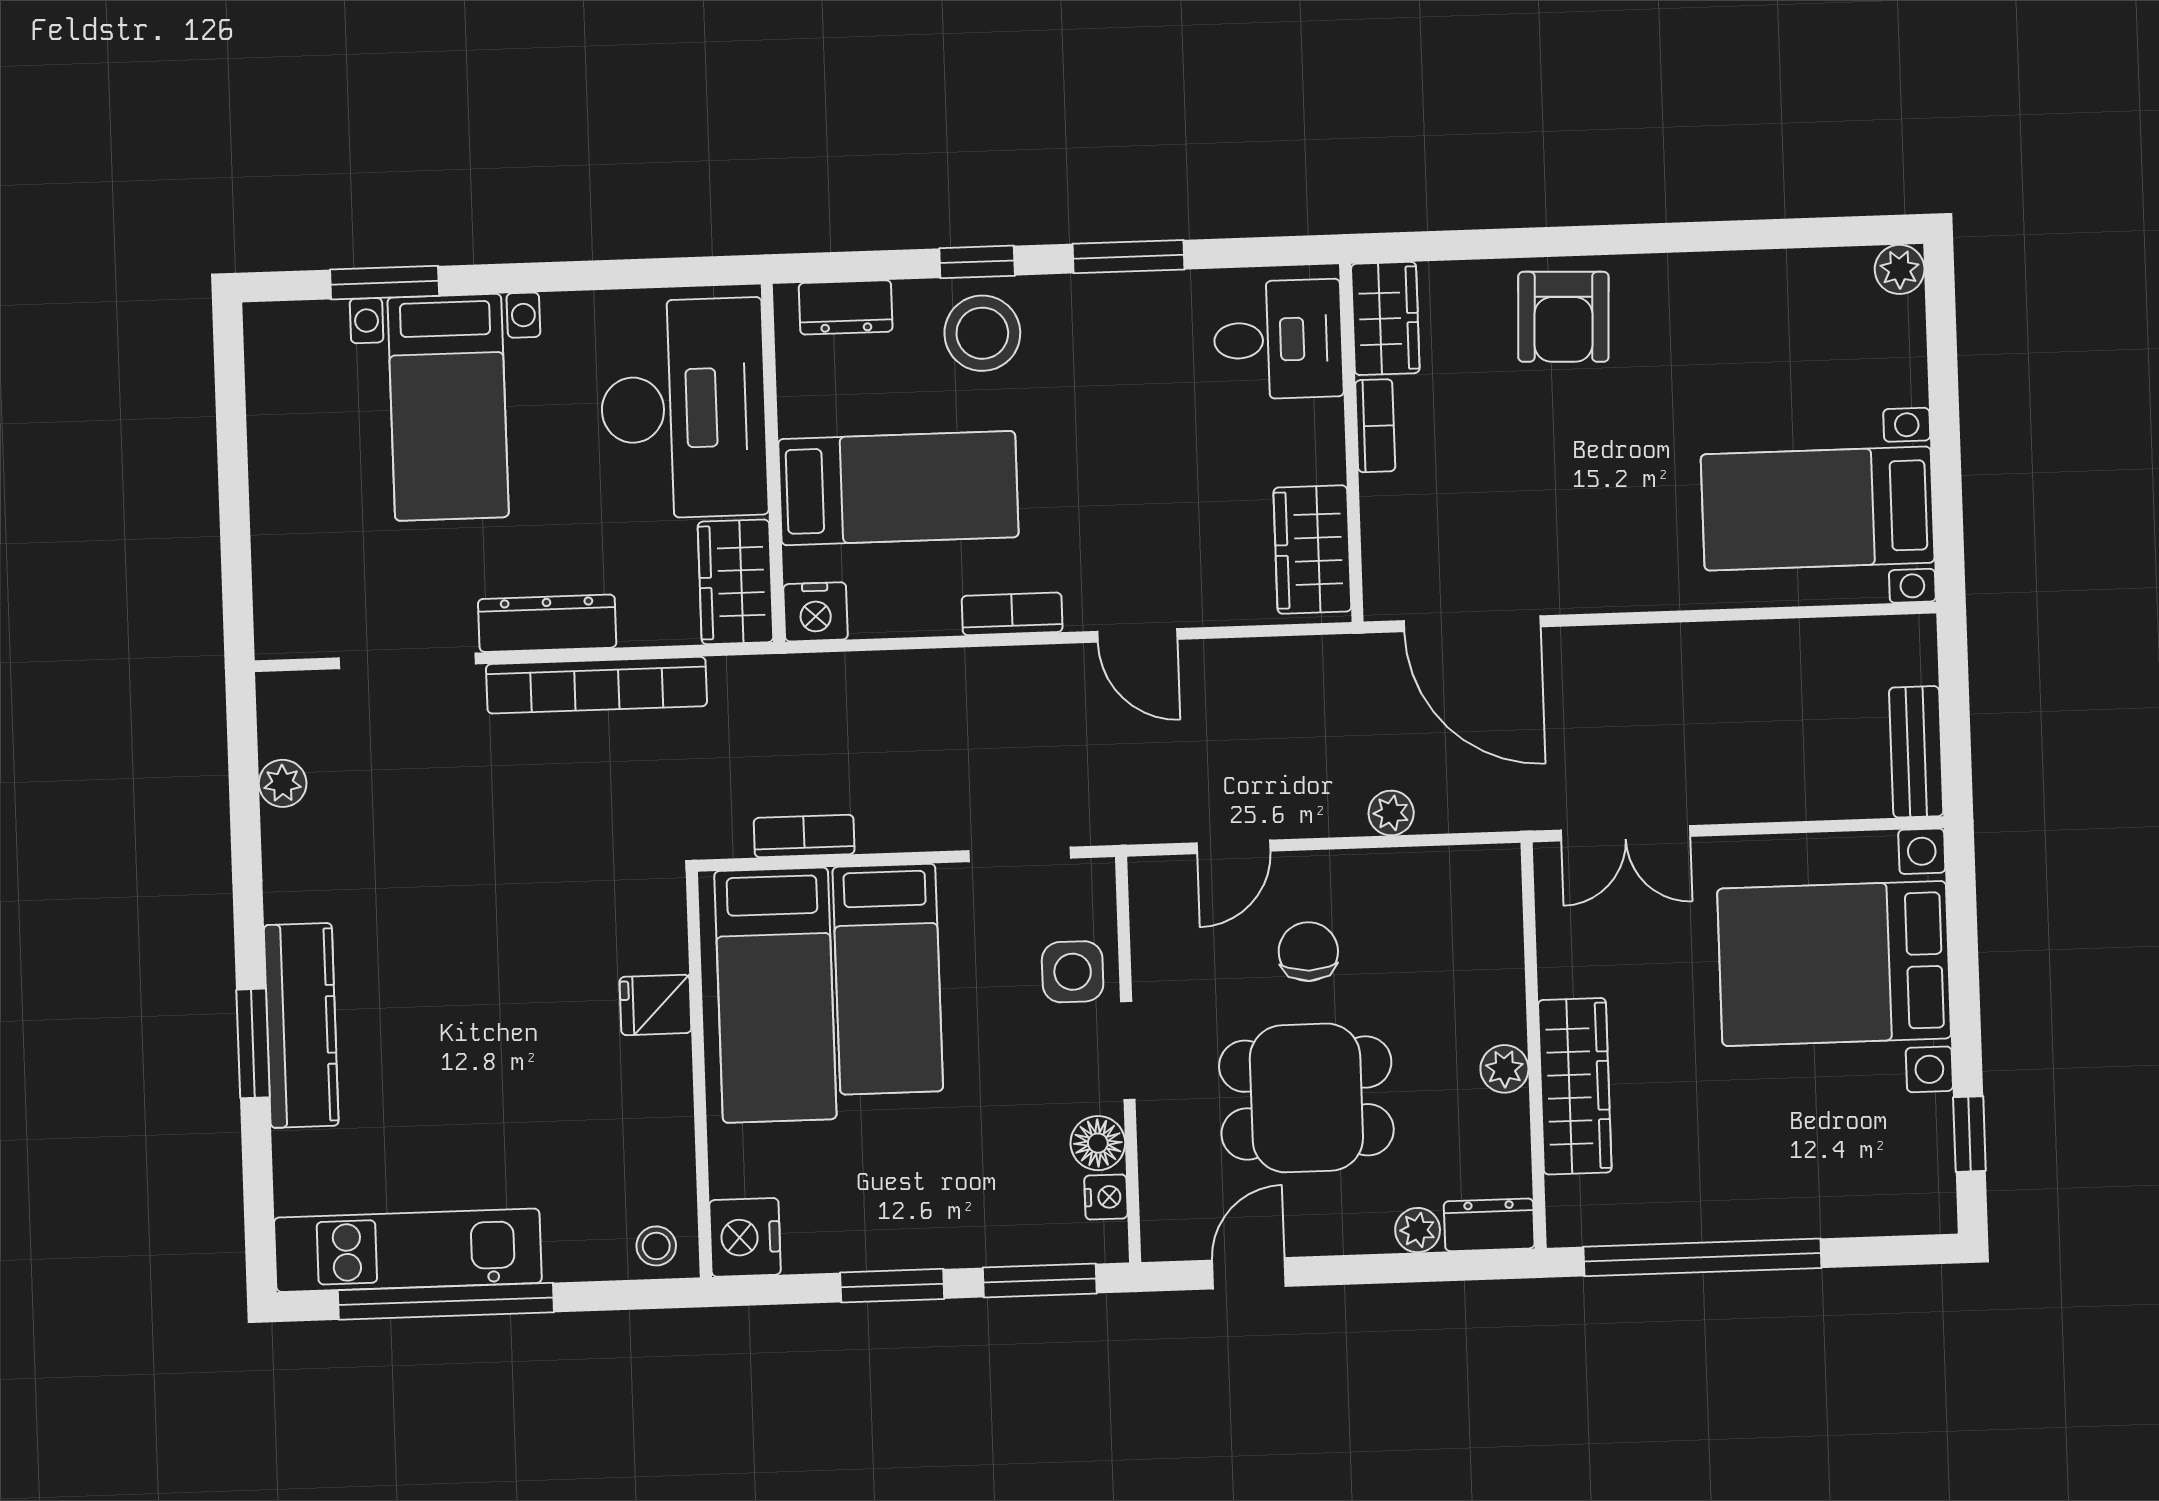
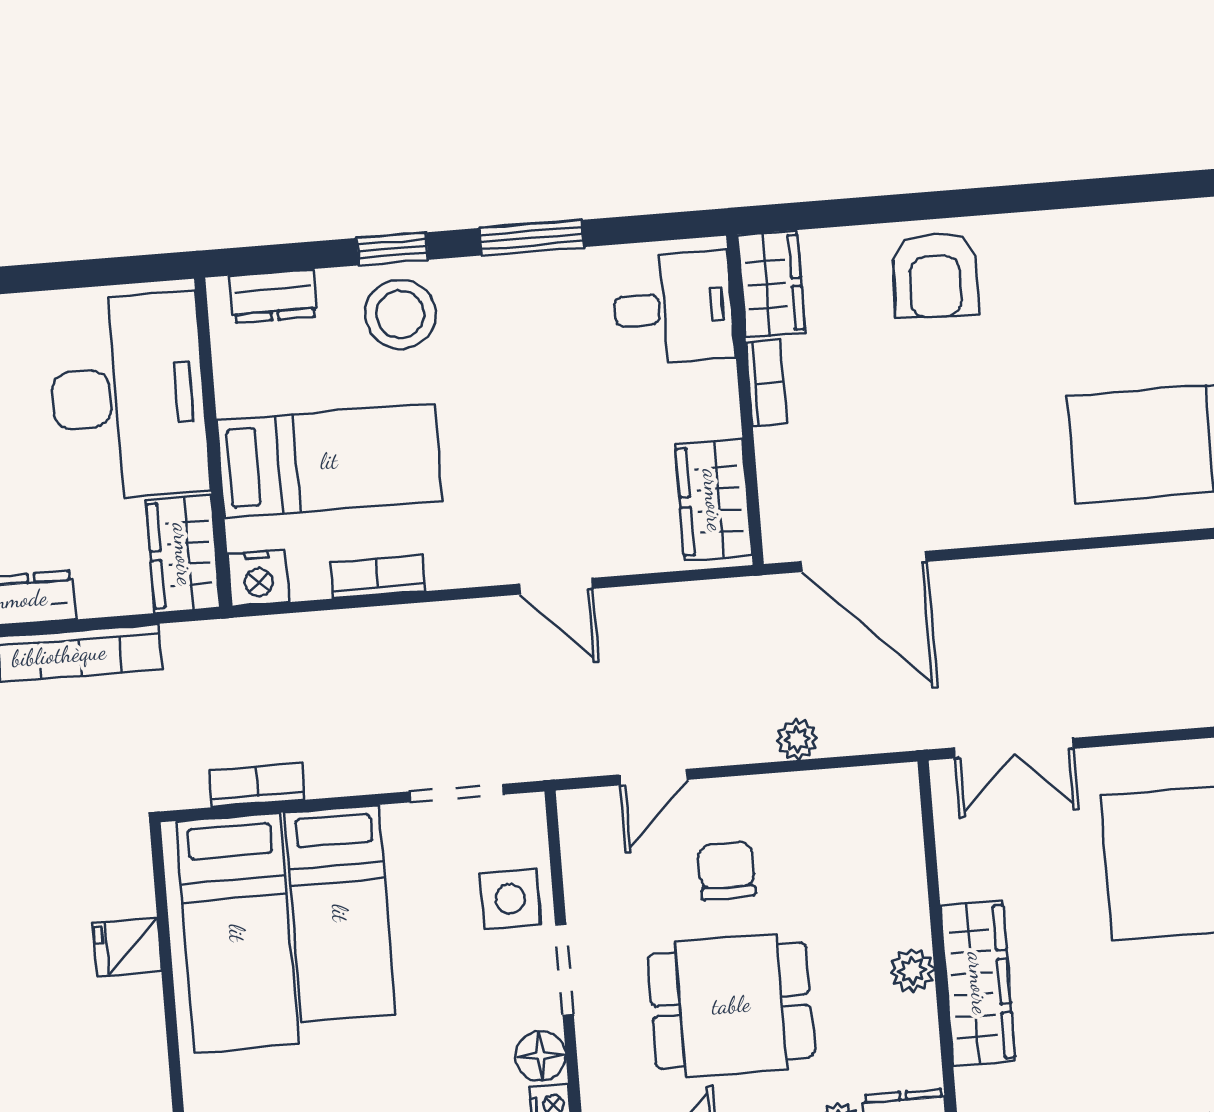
bookcase: (1012, 614) -> (378, 577), moved

